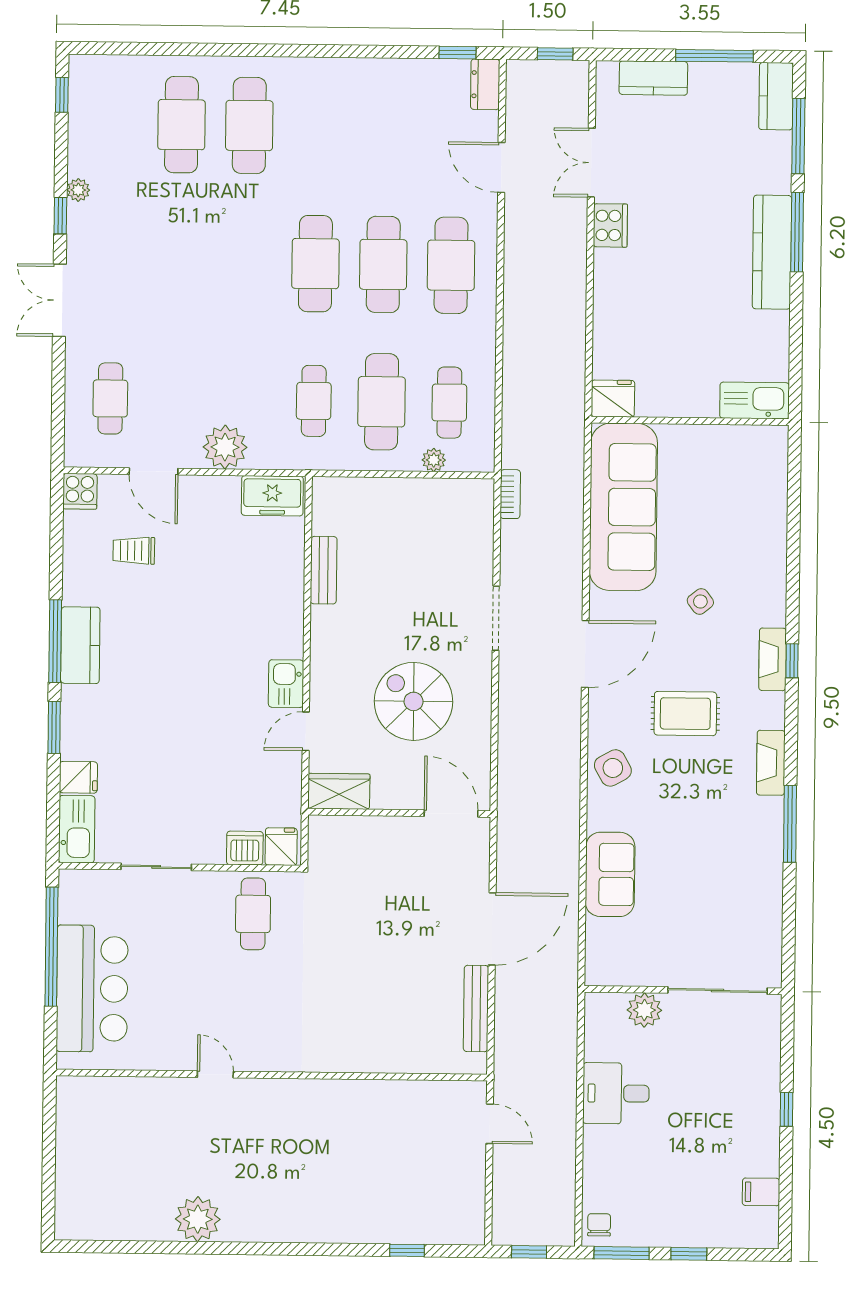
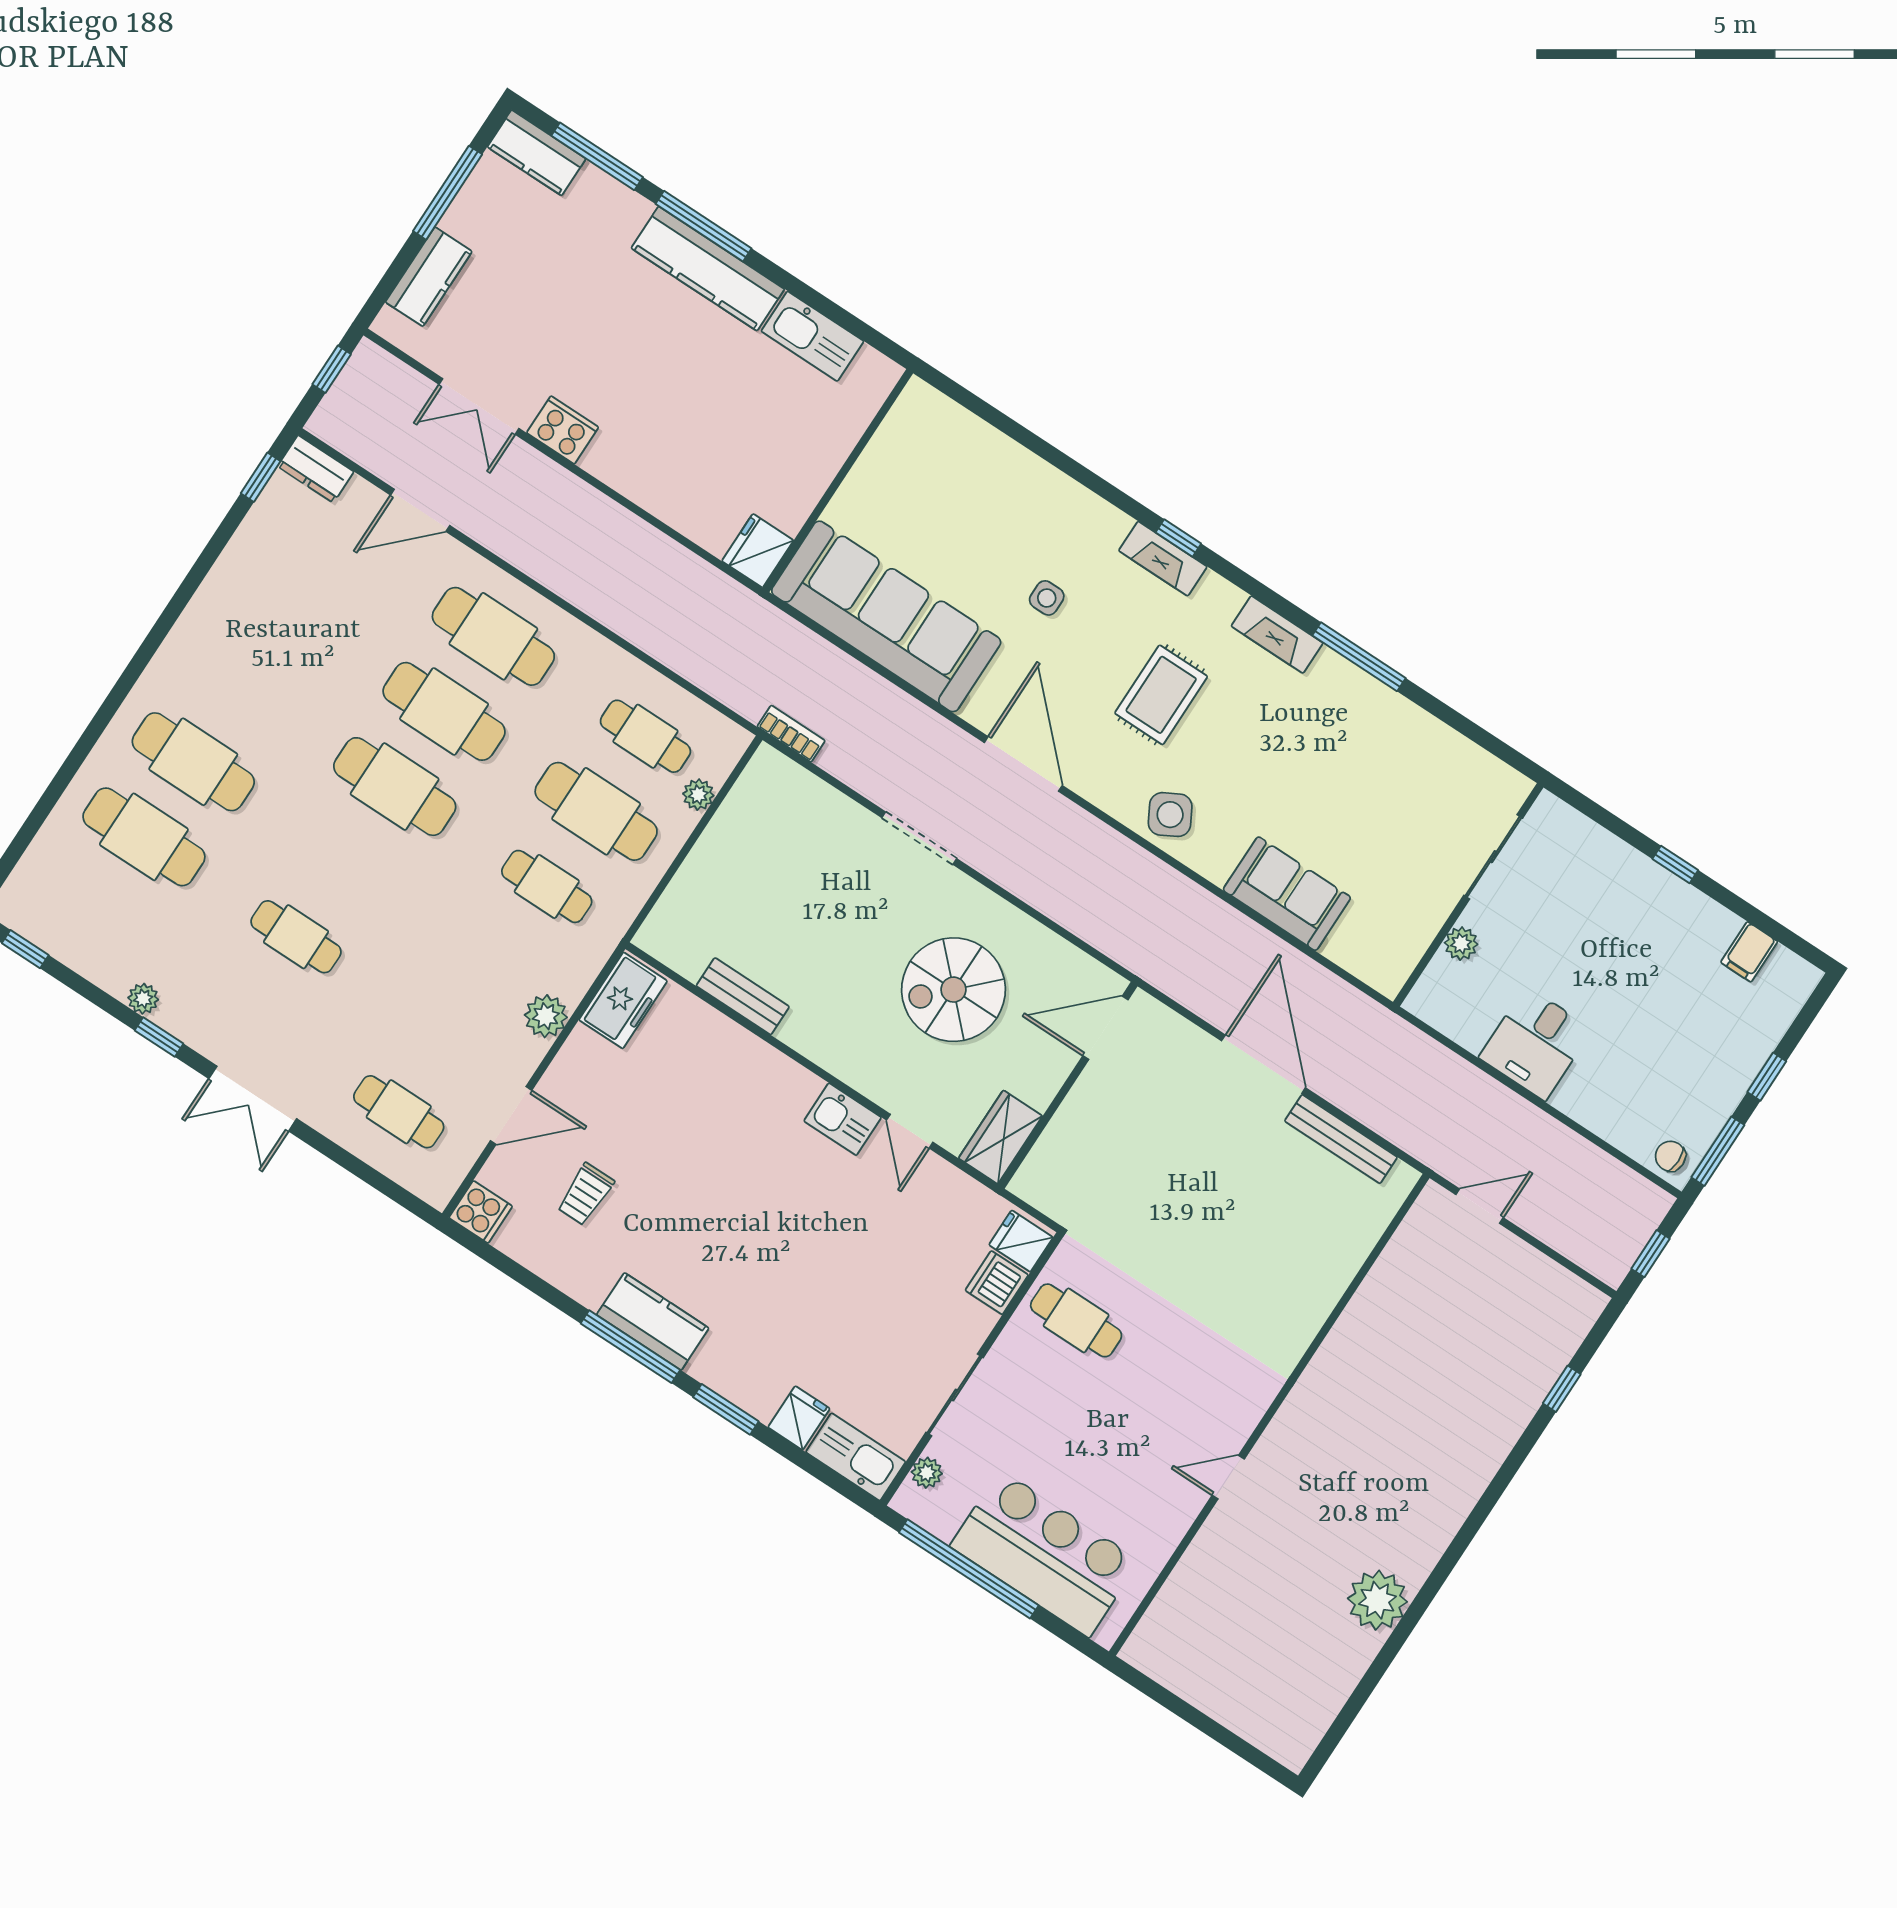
cafe table: (180, 262) -> (296, 937), added
kitchen sink: (755, 401) -> (812, 336), moved, turned -90
plant: (225, 447) -> (546, 1016), width x0.73, depth x0.73
side table: (700, 601) -> (1047, 598), turned 38
plant: (96, 881) -> (927, 1473), added
sliding door: (718, 991) -> (1493, 857), width x0.73
plant: (644, 1010) -> (1461, 944), width x0.73, depth x0.73

